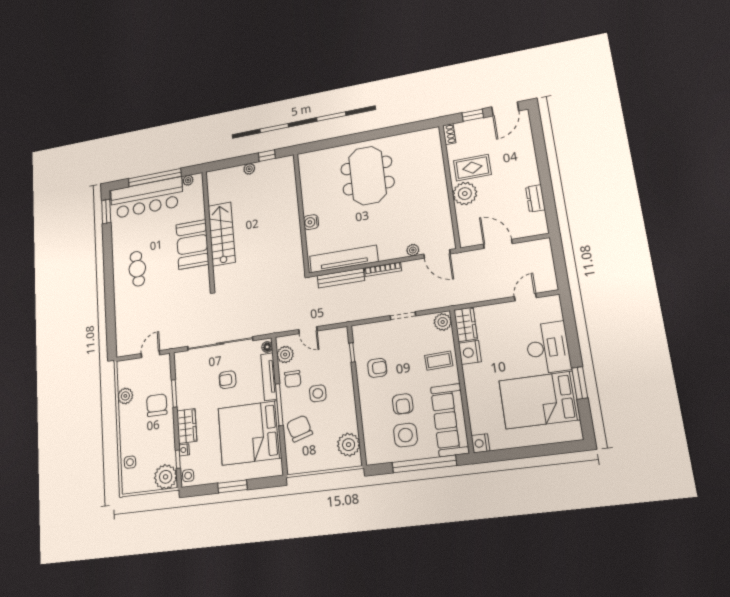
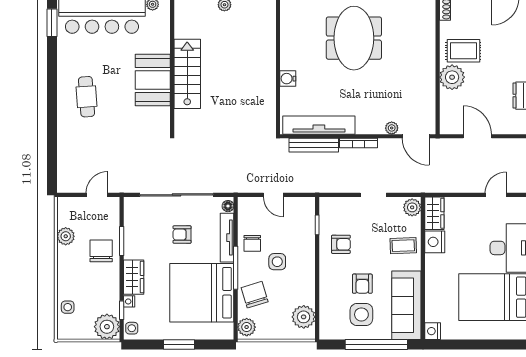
plant: (285, 354) -> (247, 327), moved

